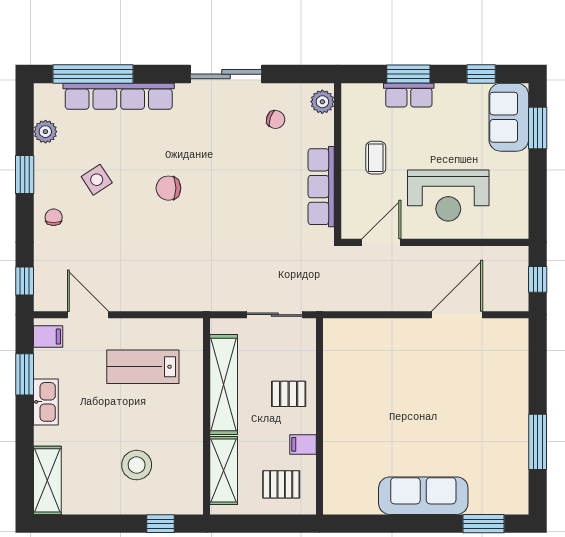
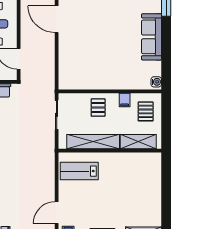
lab bench: (143, 367) -> (79, 171), moved, turned 90
stool: (137, 465) -> (135, 187), removed
water cooler: (338, 505) -> (156, 82), added
window: (161, 524) -> (166, 175), removed

